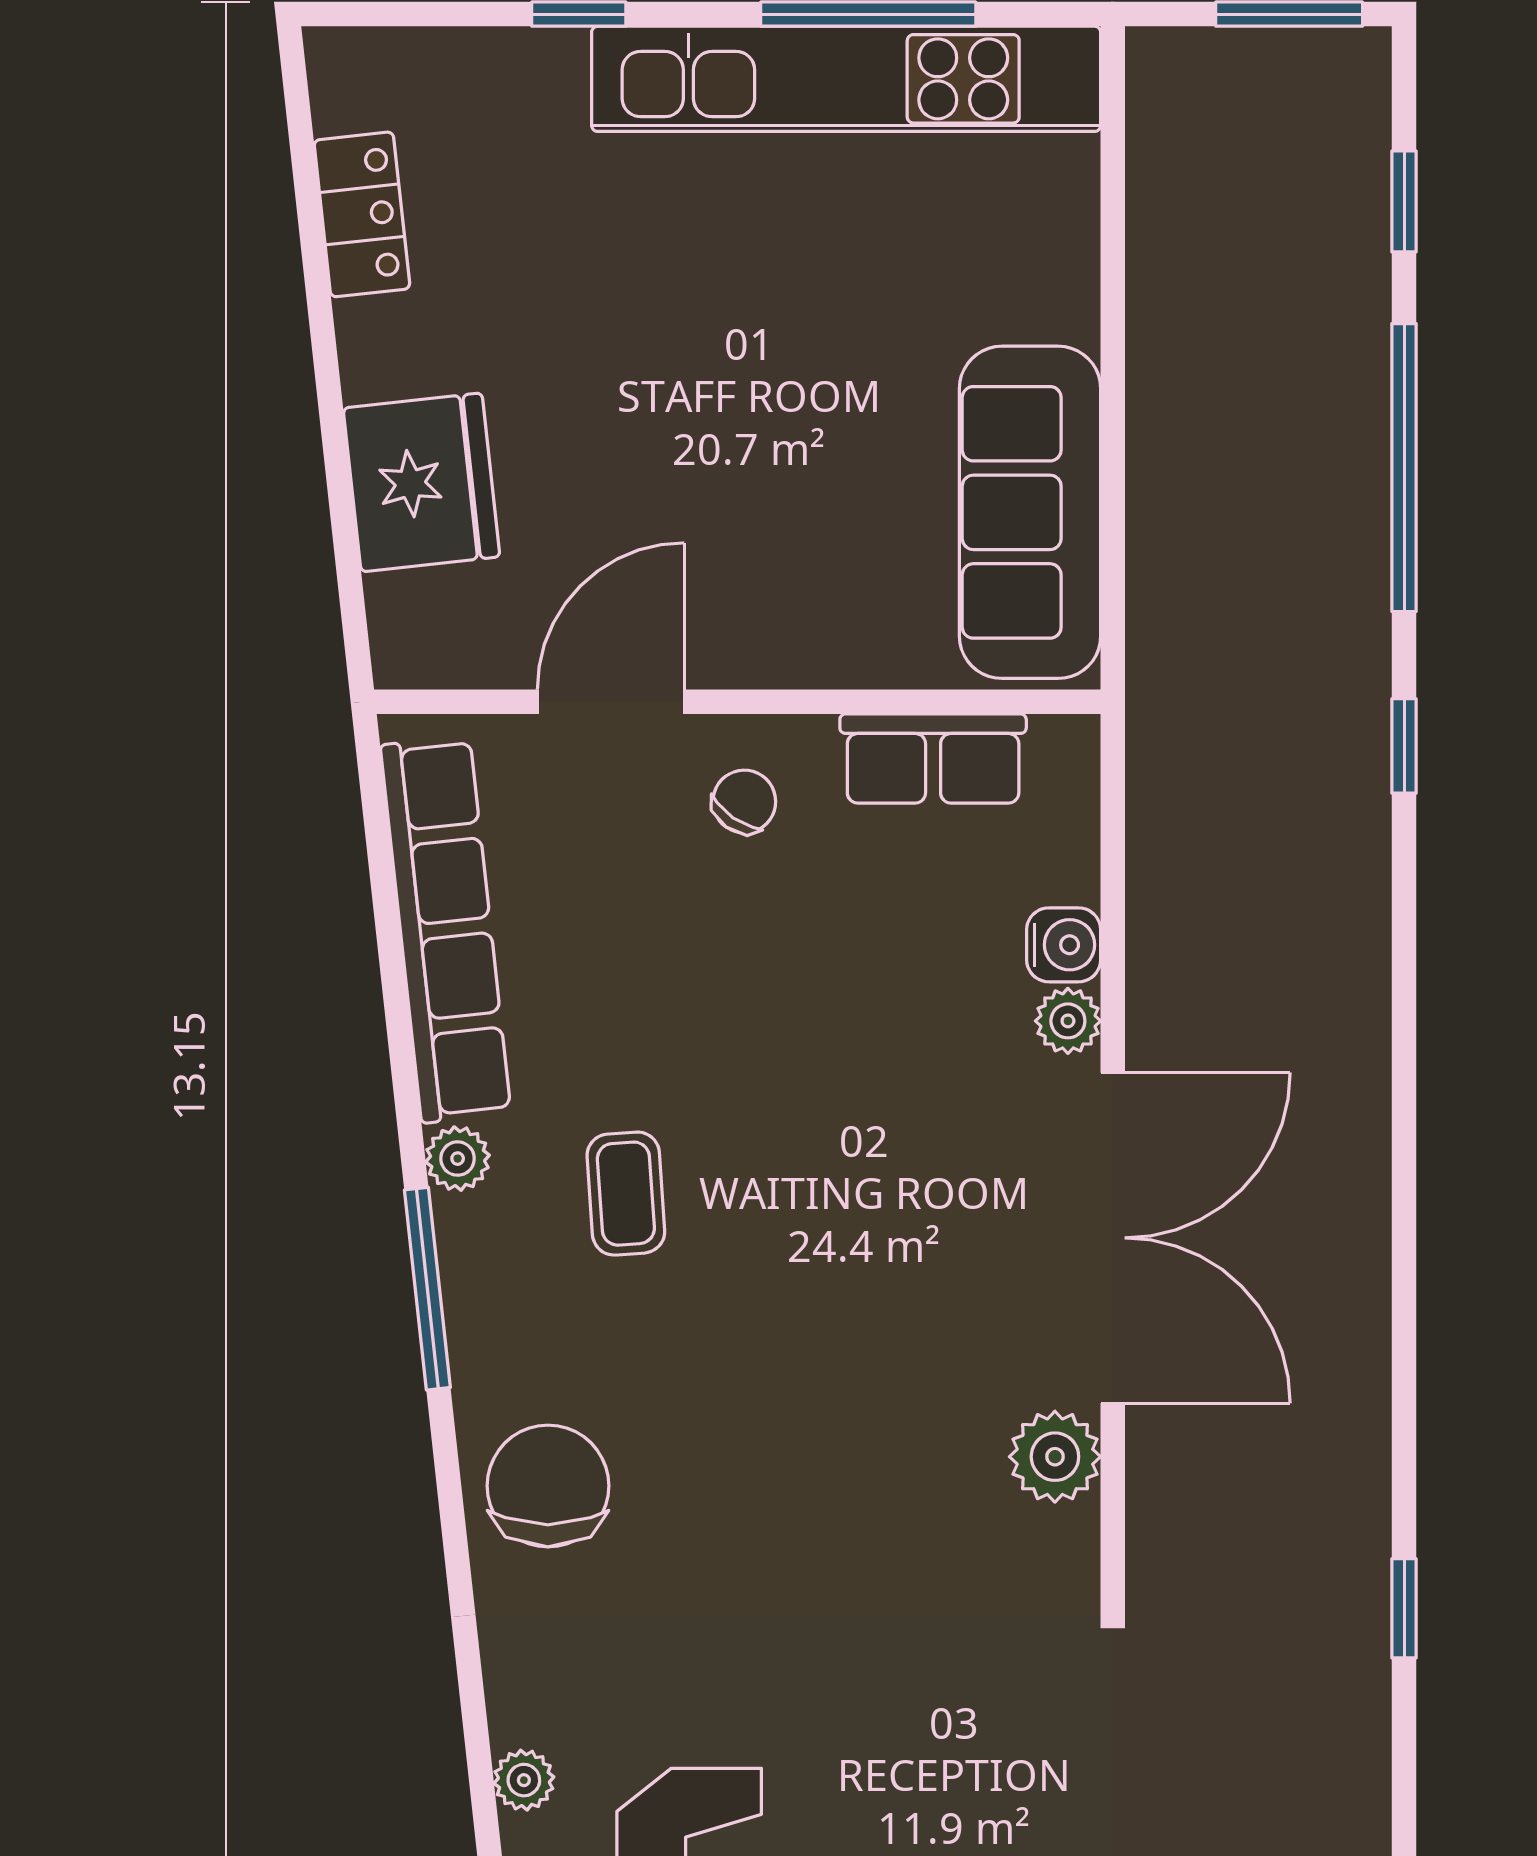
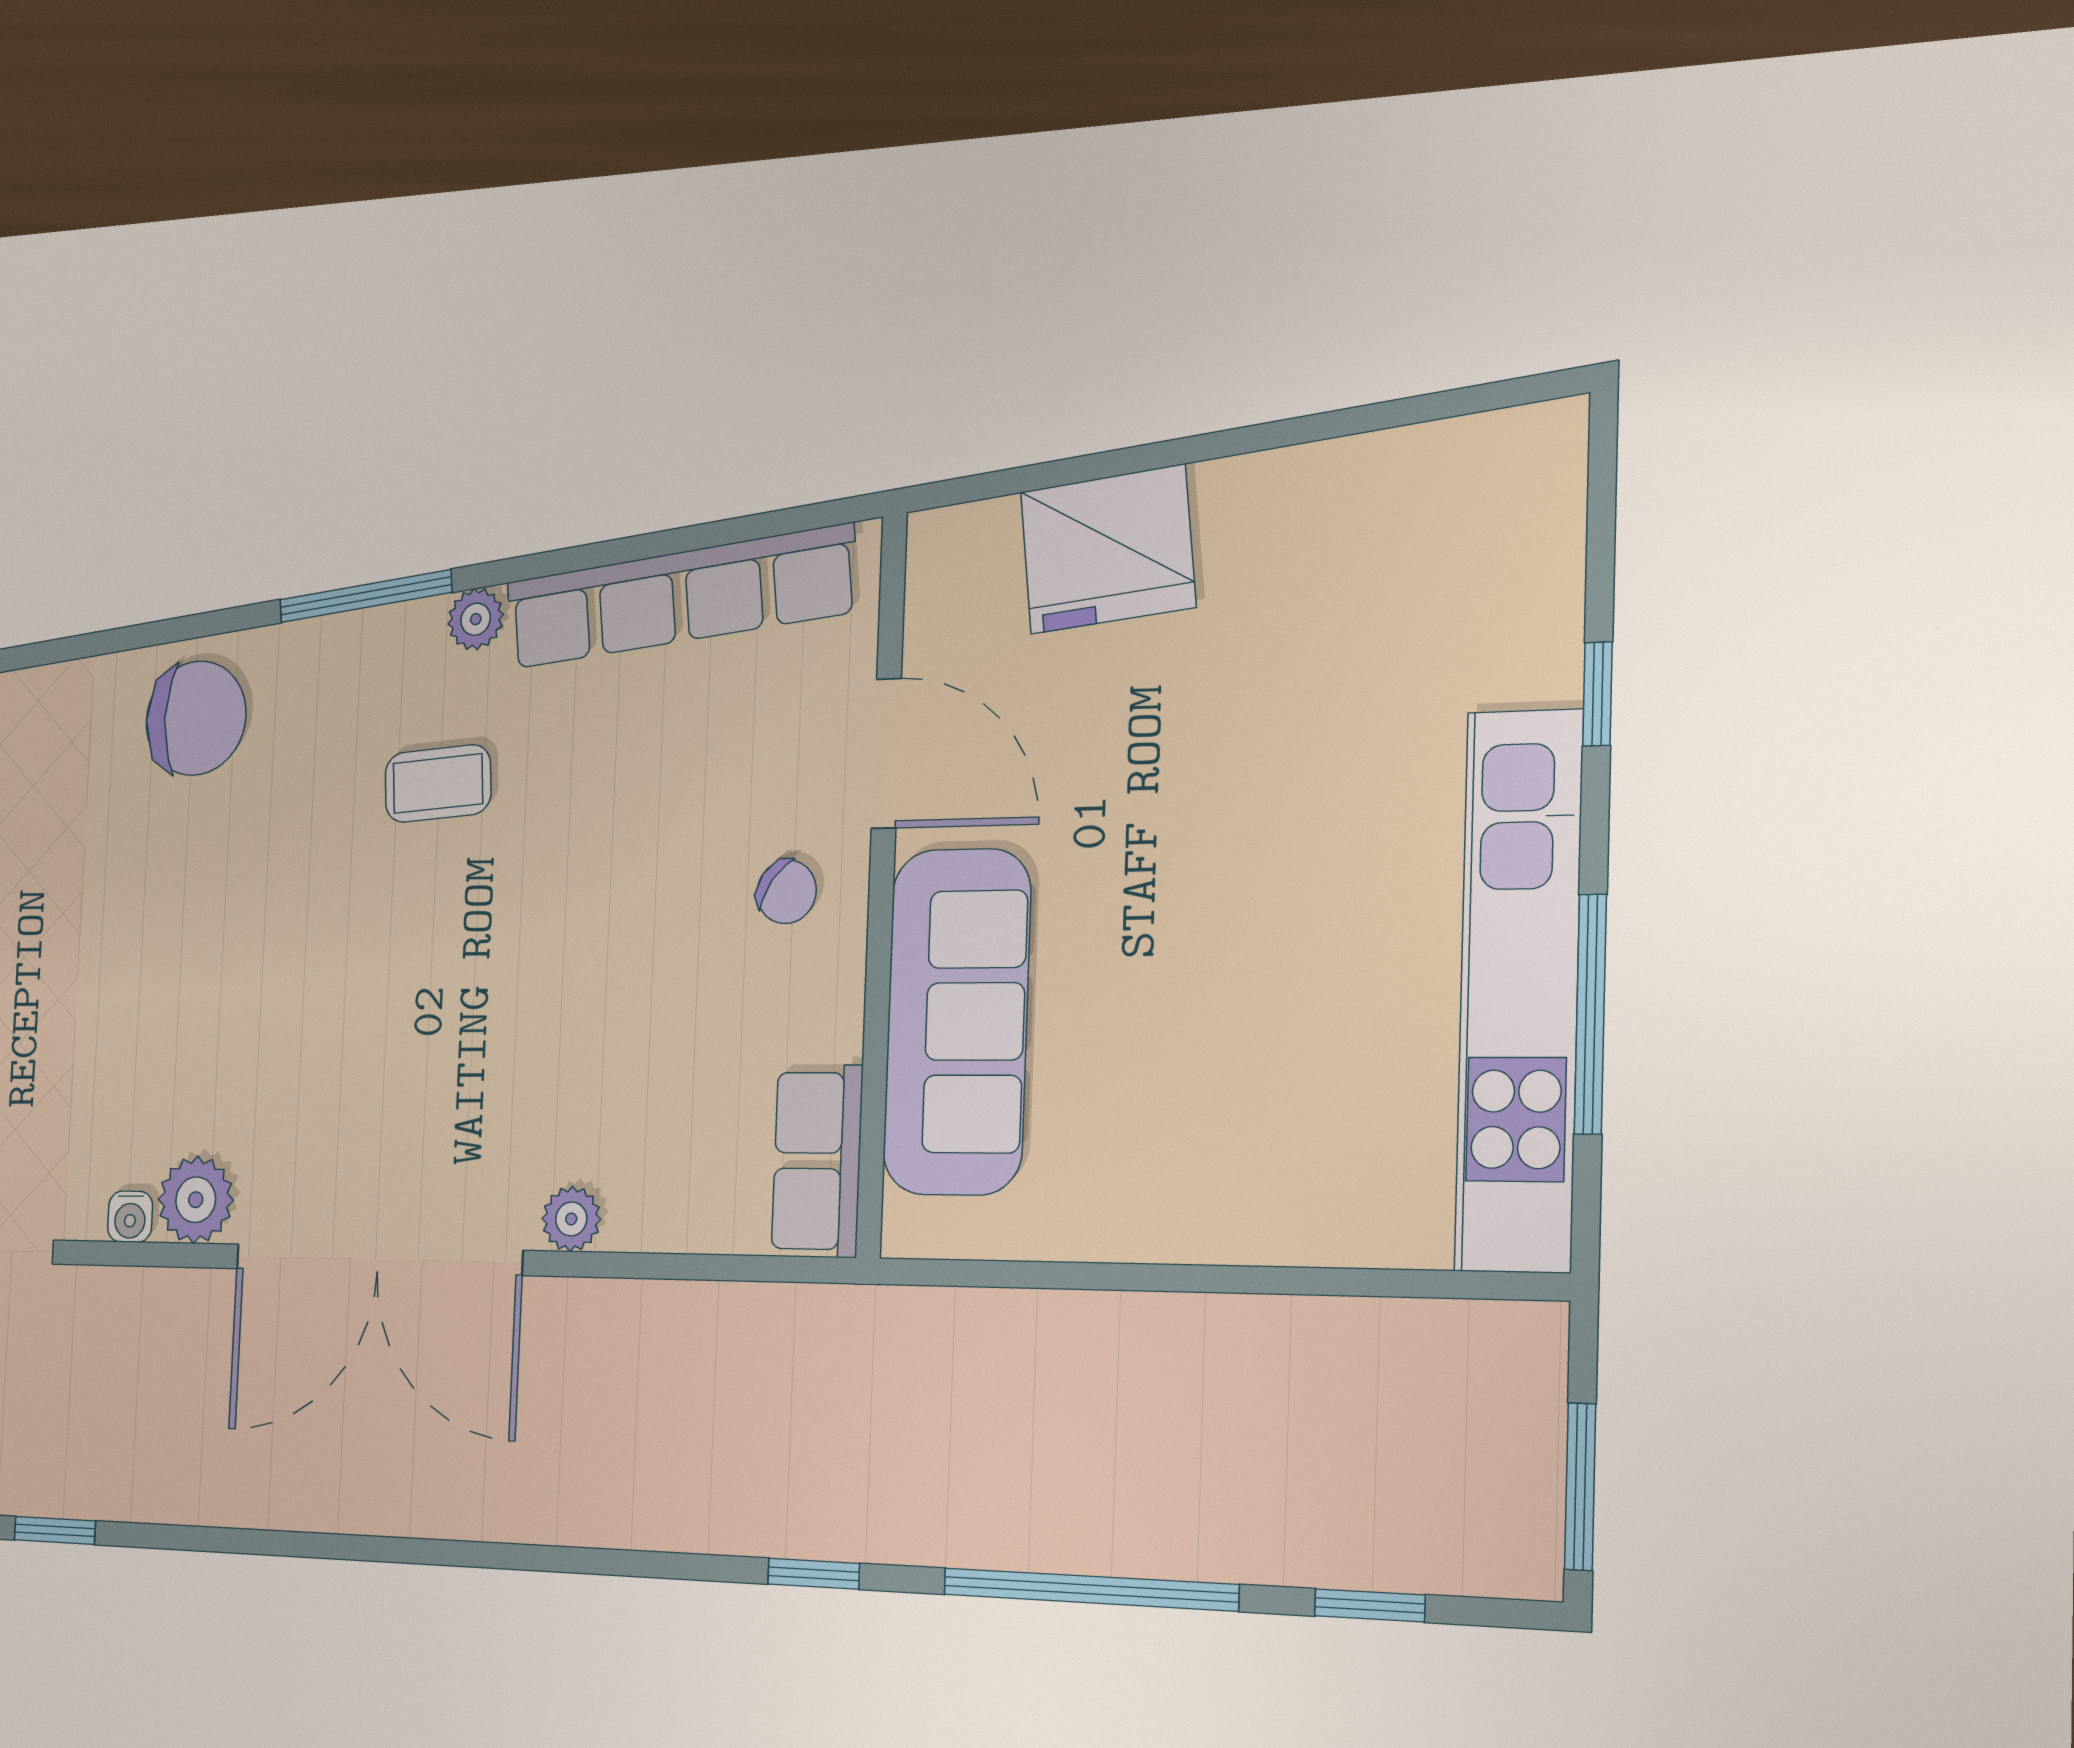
locker: (362, 214) -> (1385, 471), removed
sofa: (1030, 512) -> (957, 1022), moved, turned 90
row of seats: (933, 758) -> (817, 1161), moved
water cooler: (1064, 945) -> (130, 1217), moved, width x0.72, depth x0.72

